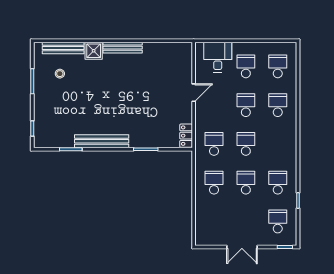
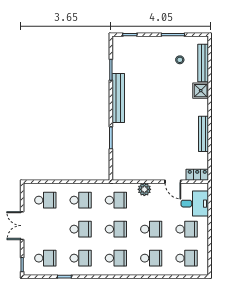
bench: (123, 48) -> (204, 134), moved
door: (194, 93) -> (173, 182), moved
plant: (202, 113) -> (144, 189), added
locker: (186, 136) -> (197, 175), moved
school desk: (278, 144) -> (116, 258), added
school desk: (214, 221) -> (45, 200), added

